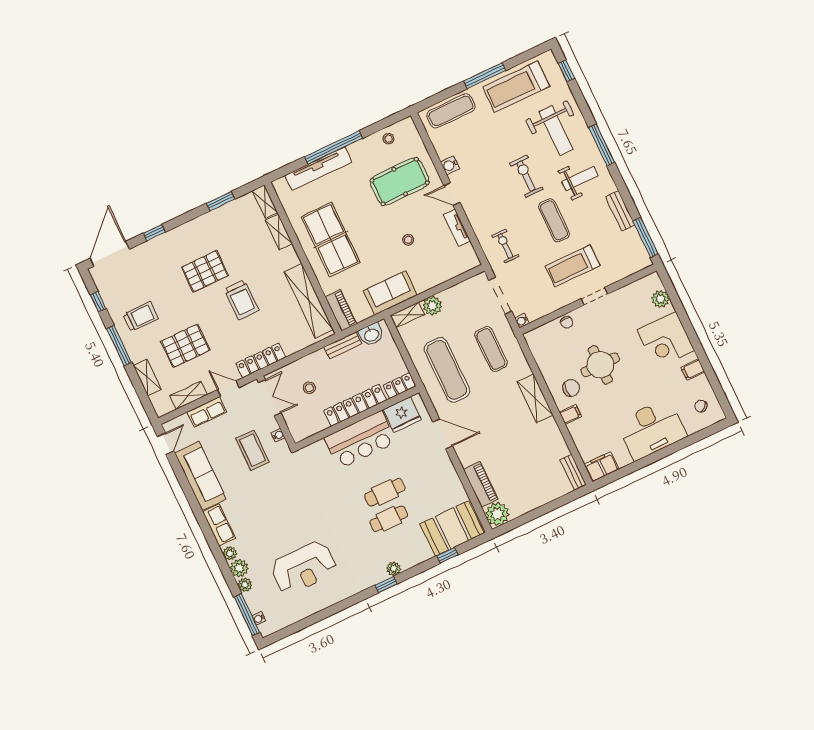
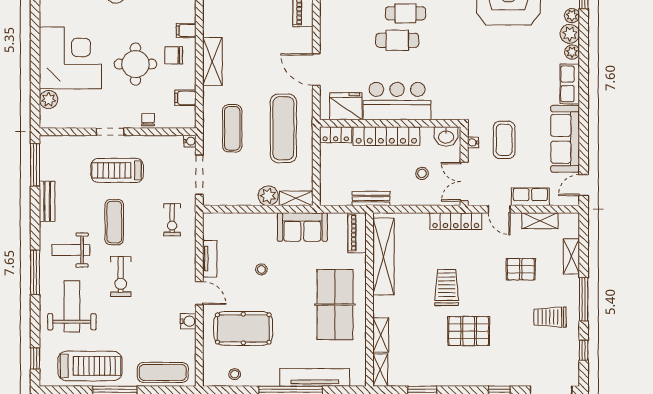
treadmill: (573, 266) -> (117, 170), turned 180
washbasin: (371, 335) -> (446, 137), moved, turned 180
corner desk: (666, 340) -> (70, 58), width x1.36, depth x1.36
pallet: (185, 346) -> (521, 269), width x0.67, depth x0.71
filing cabinet: (693, 370) -> (185, 98), moved, turned 180

